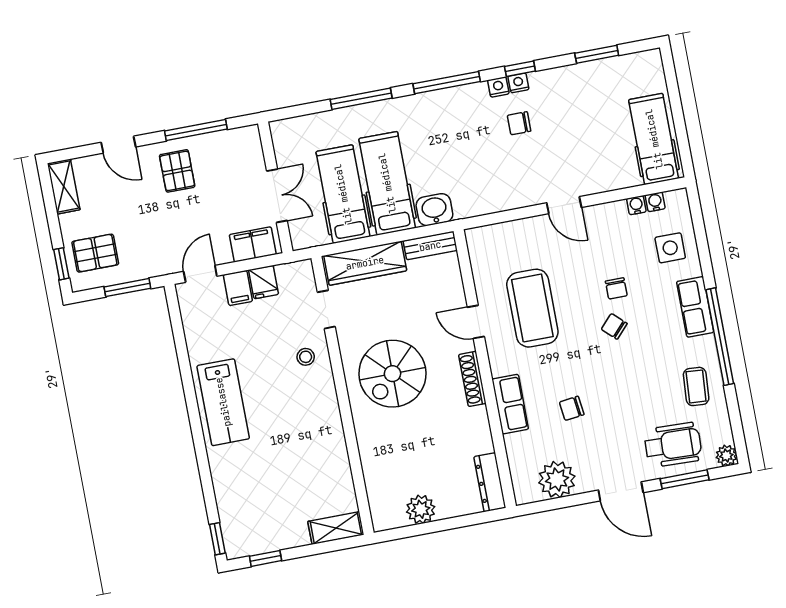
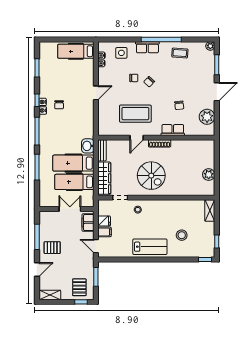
wheelchair: (673, 445) -> (202, 67), removed
stool: (265, 473) -> (182, 235), added
dresser: (490, 482) -> (203, 144), removed

